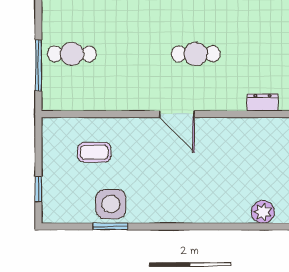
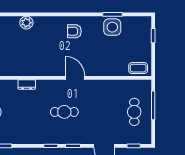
cafe table: (72, 54) -> (134, 112), turned 90
coffee table: (94, 152) -> (138, 68), moved
armchair: (178, 197) -> (74, 31), added

